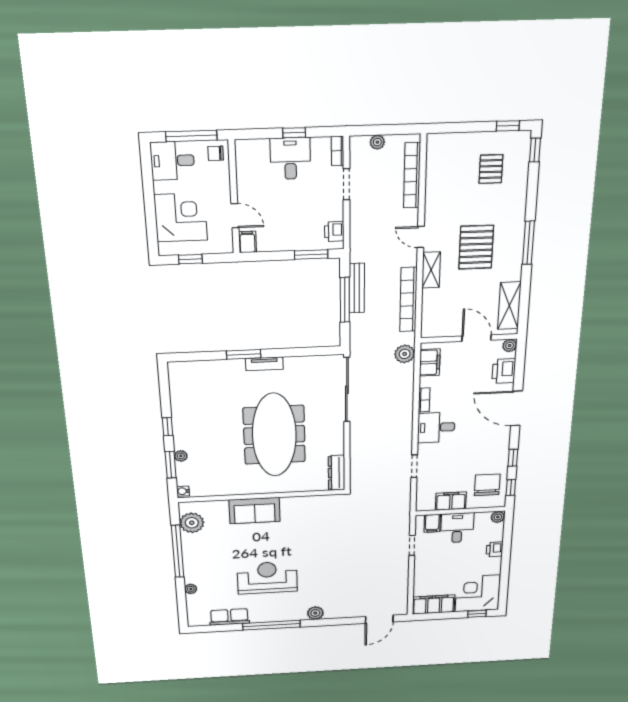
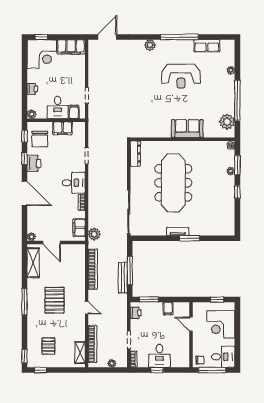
filing cabinet: (247, 242) -> (168, 308), moved
shelving: (431, 270) -> (80, 353), moved
printer: (504, 371) -> (34, 163), moved

